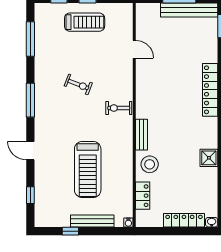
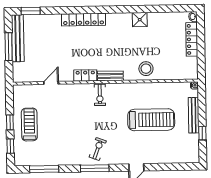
exercise bike: (78, 84) -> (98, 149), moved
bench: (142, 135) -> (110, 76), moved
window: (30, 195) -> (173, 167), removed
locker: (143, 196) -> (85, 76), moved

